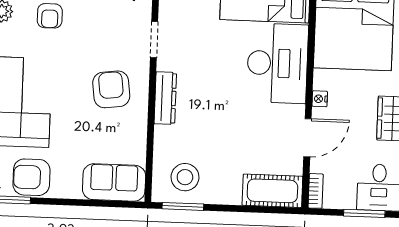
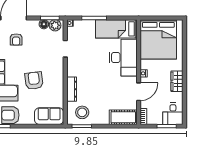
armchair: (111, 89) -> (34, 81), moved
dresser: (165, 98) -> (72, 89), moved

